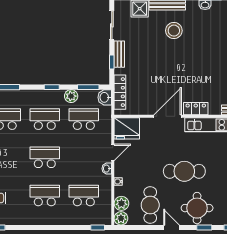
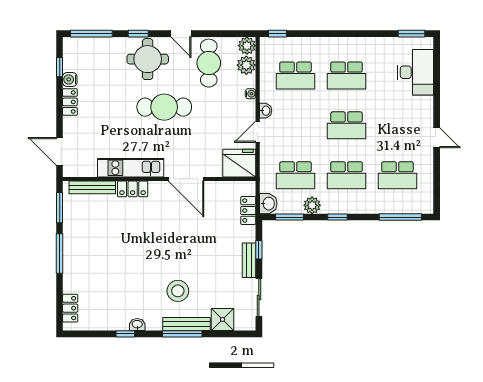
locker: (120, 92) -> (248, 210), width x0.66
locker: (196, 109) -> (133, 189), moved
door: (168, 116) -> (186, 179), hinge flipped

